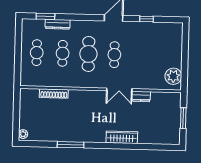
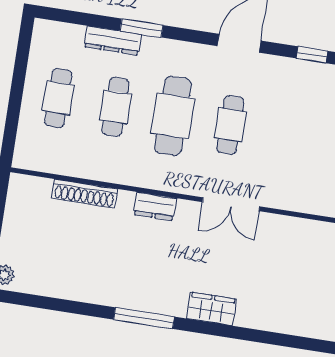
window: (45, 16) -> (142, 28), moved
dresser: (141, 96) -> (155, 206), moved
wardrobe: (122, 137) -> (211, 309), width x0.67
window: (71, 145) -> (144, 318), moved

